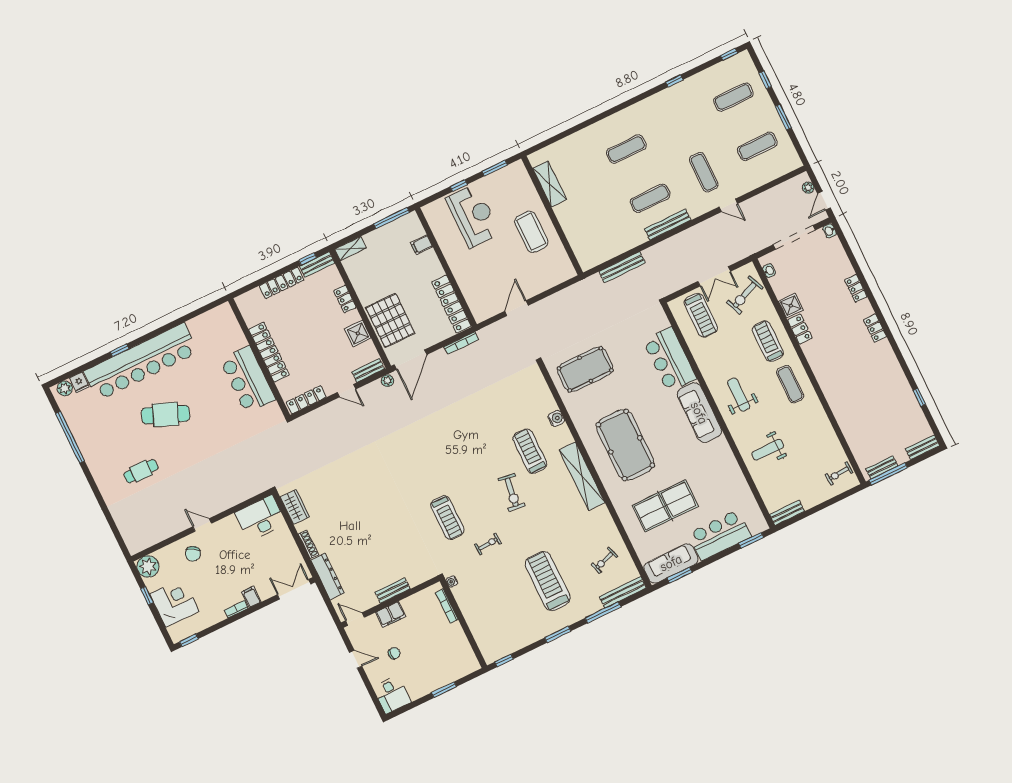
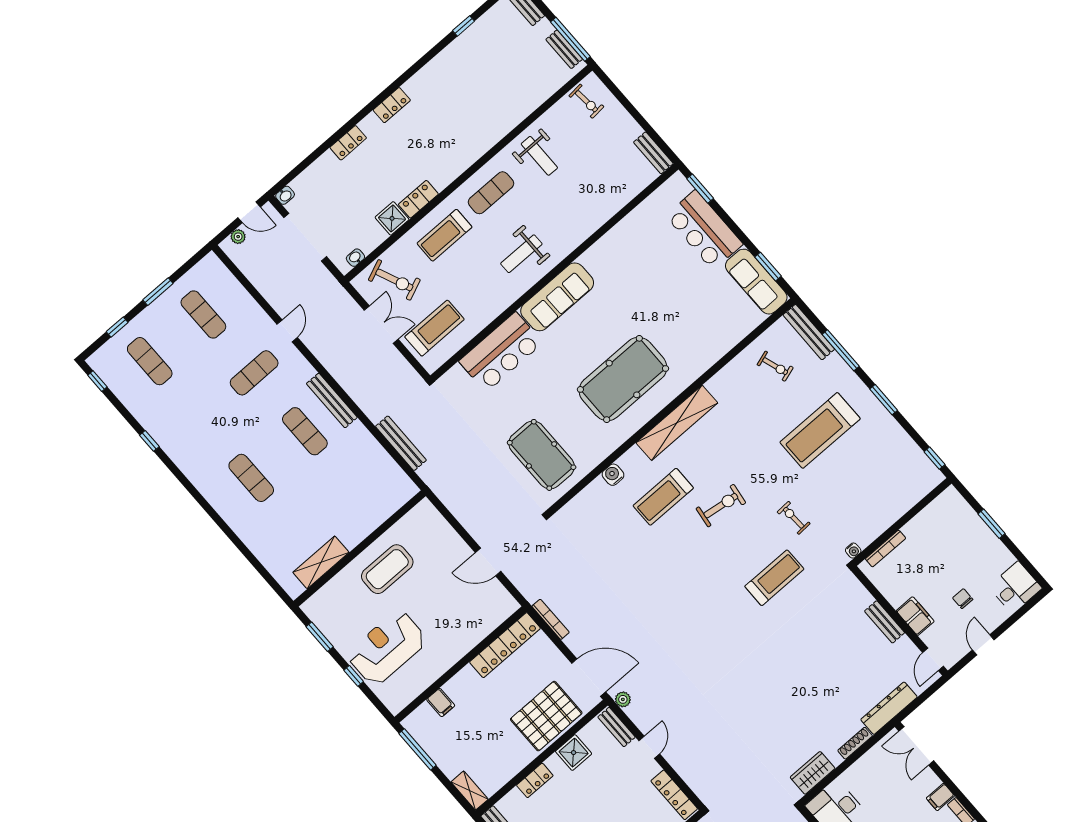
weight bench: (768, 450) -> (539, 156), moved
table tennis table: (665, 506) -> (686, 308), removed

